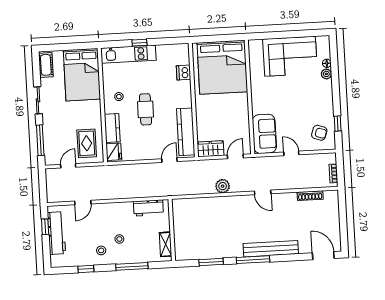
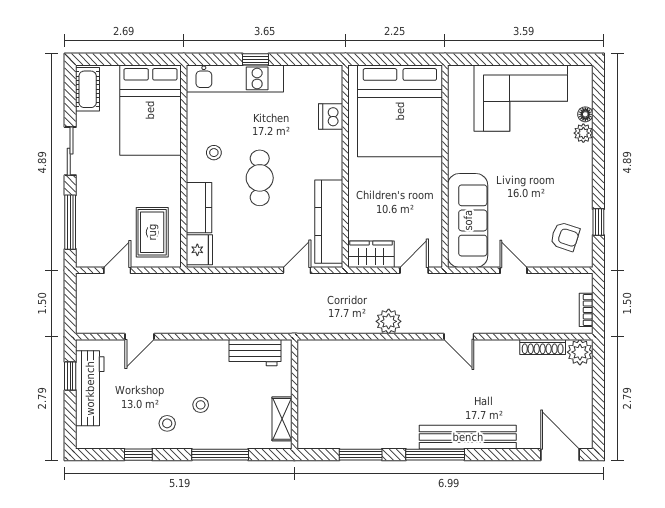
sofa: (264, 134) -> (468, 220), width x1.36
plant: (331, 197) -> (580, 352), added

